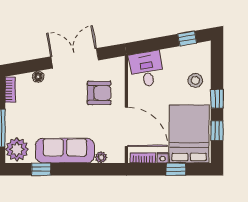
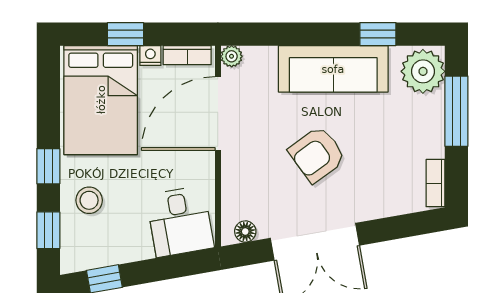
floor lamp: (38, 77) -> (245, 231), moved
armchair: (99, 93) -> (317, 154), moved, turned -36
door: (126, 127) -> (218, 113), hinge flipped
window: (217, 131) -> (48, 230), moved
plant: (101, 157) -> (232, 56), moved

